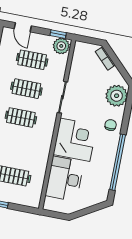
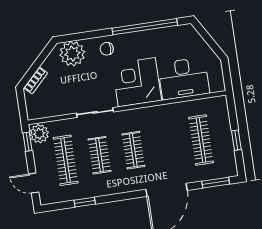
door: (23, 27) -> (34, 183), swing flipped
clothes rail: (32, 60) -> (66, 160), width x1.36

